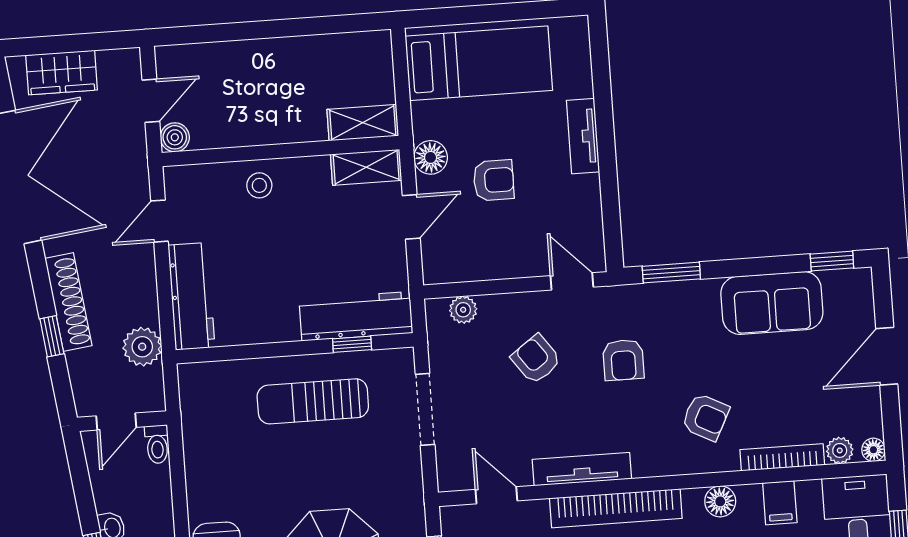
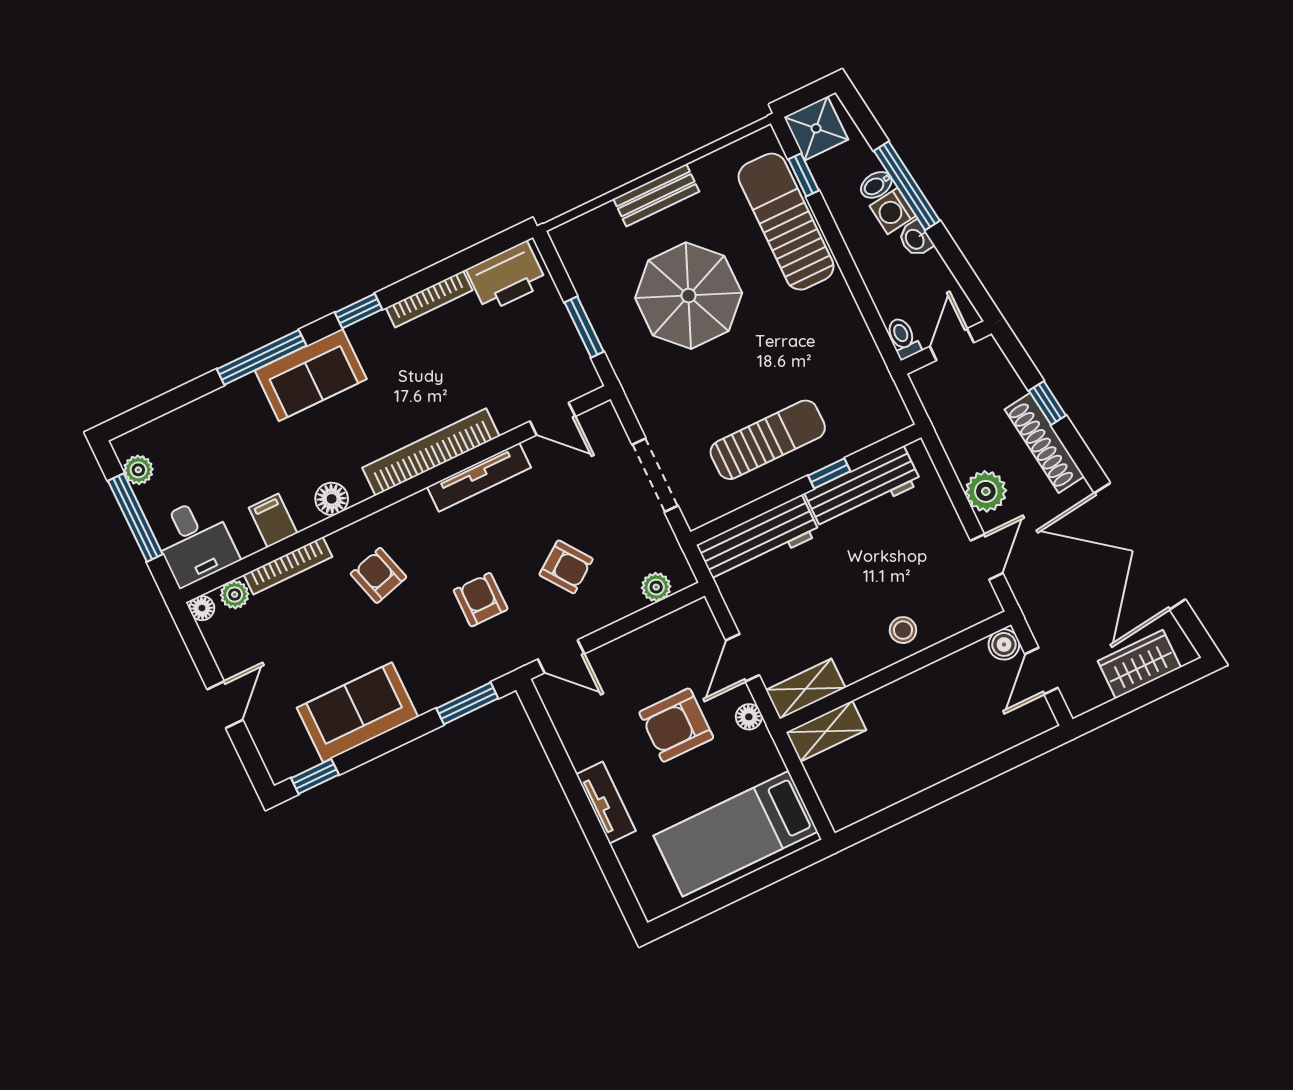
floor lamp: (431, 157) -> (749, 717), width x0.73, depth x0.73
armchair: (494, 180) -> (676, 725), width x1.38, depth x1.38
workbench: (191, 296) -> (863, 488), moved, turned -90
window: (352, 344) -> (829, 473), moved
plant: (142, 347) -> (986, 491), moved
door: (887, 356) -> (225, 705), width x0.73
armchair: (705, 417) -> (378, 575), turned 47

